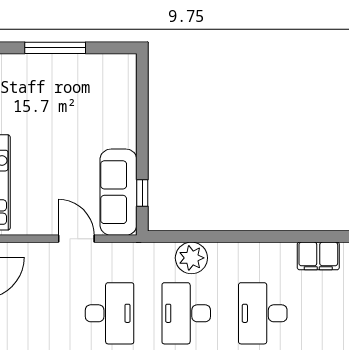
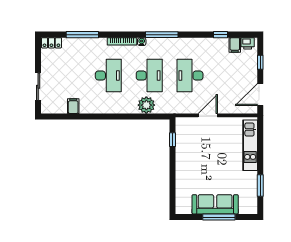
sofa: (118, 192) -> (215, 204), moved, turned -90
door: (76, 239) -> (208, 115), swing flipped
filing cabinet: (318, 256) -> (73, 106), width x0.50

